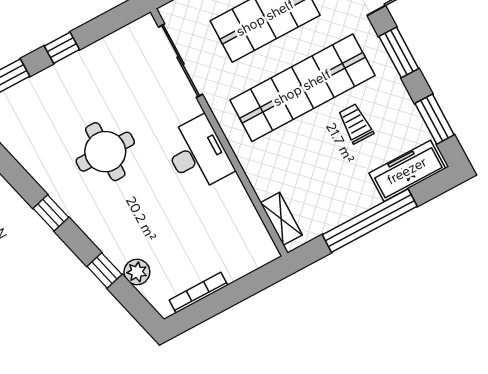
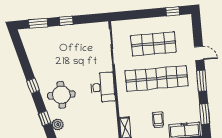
trolley: (356, 124) -> (158, 120), moved
round table: (105, 152) -> (61, 95), moved

